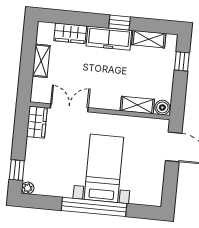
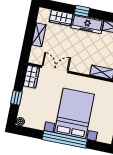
window: (120, 22) -> (82, 11), moved
bed with nightstands: (104, 168) -> (74, 113), width x1.36
window: (17, 170) -> (16, 98), moved

